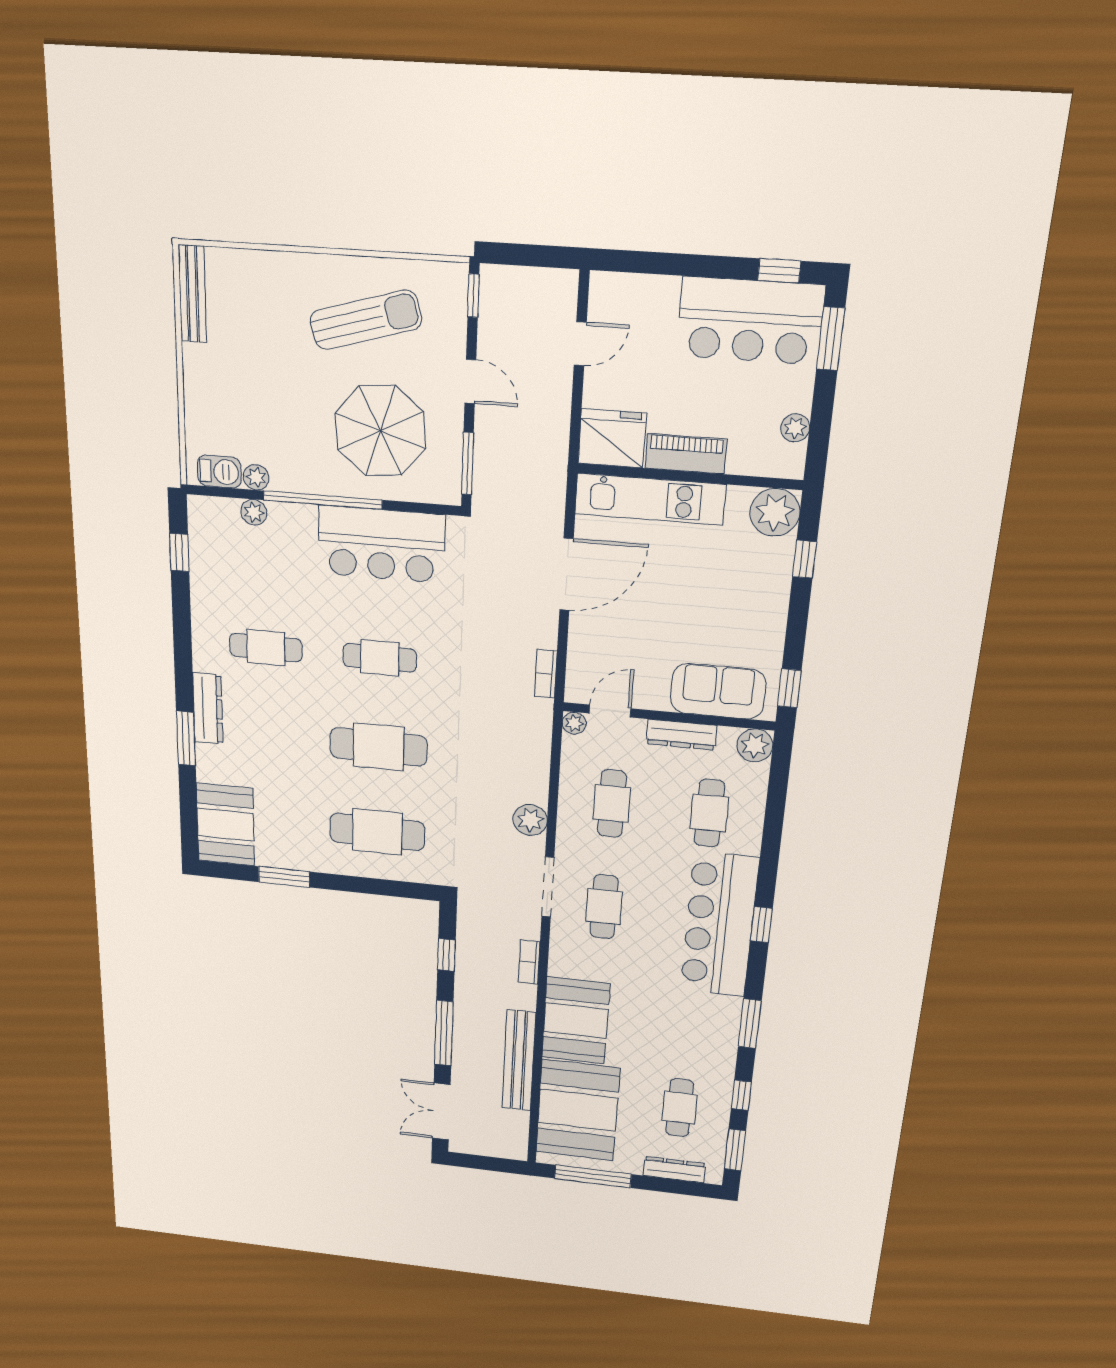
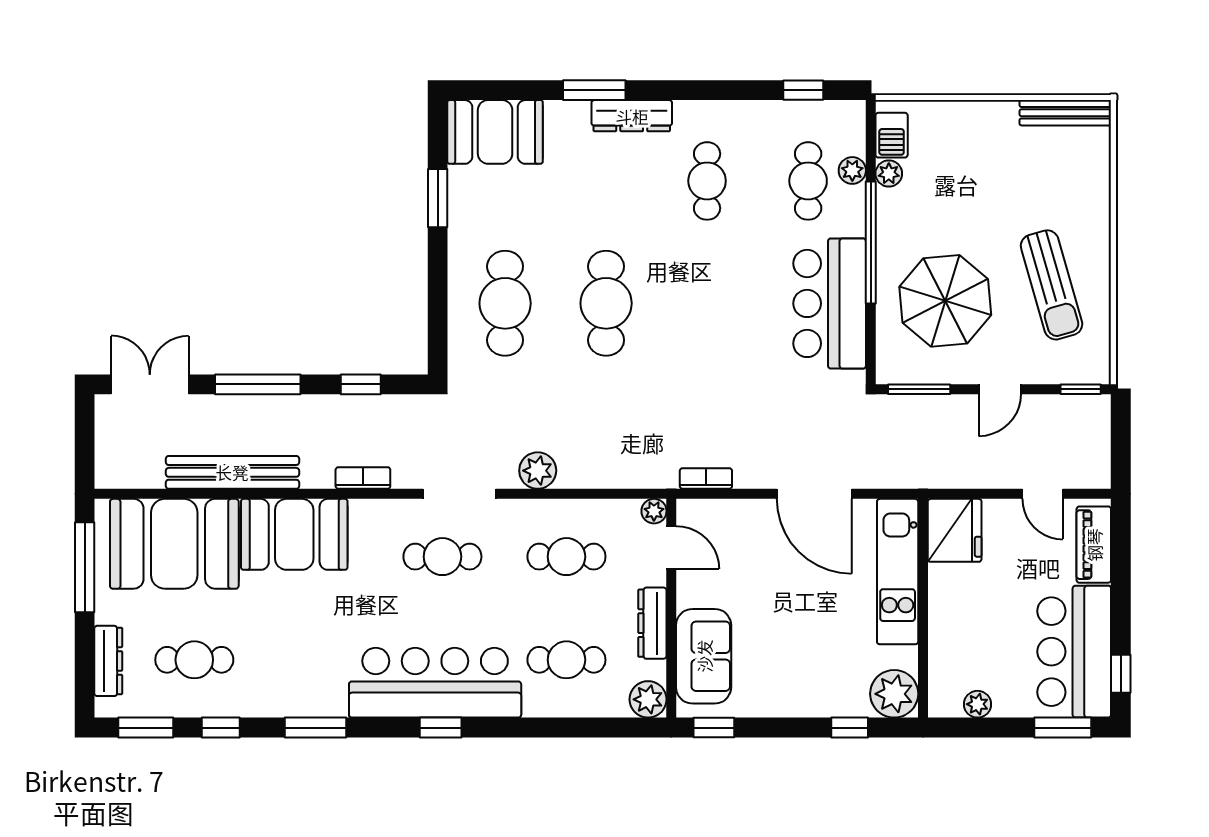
piano: (686, 454) -> (1094, 545), moved, turned 180
cafe table: (380, 658) -> (808, 181), moved

